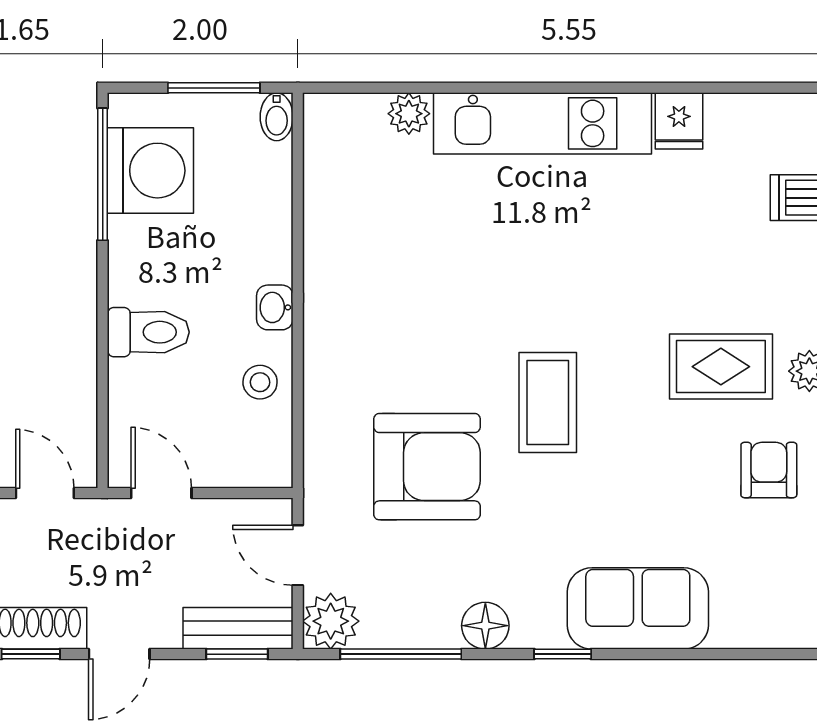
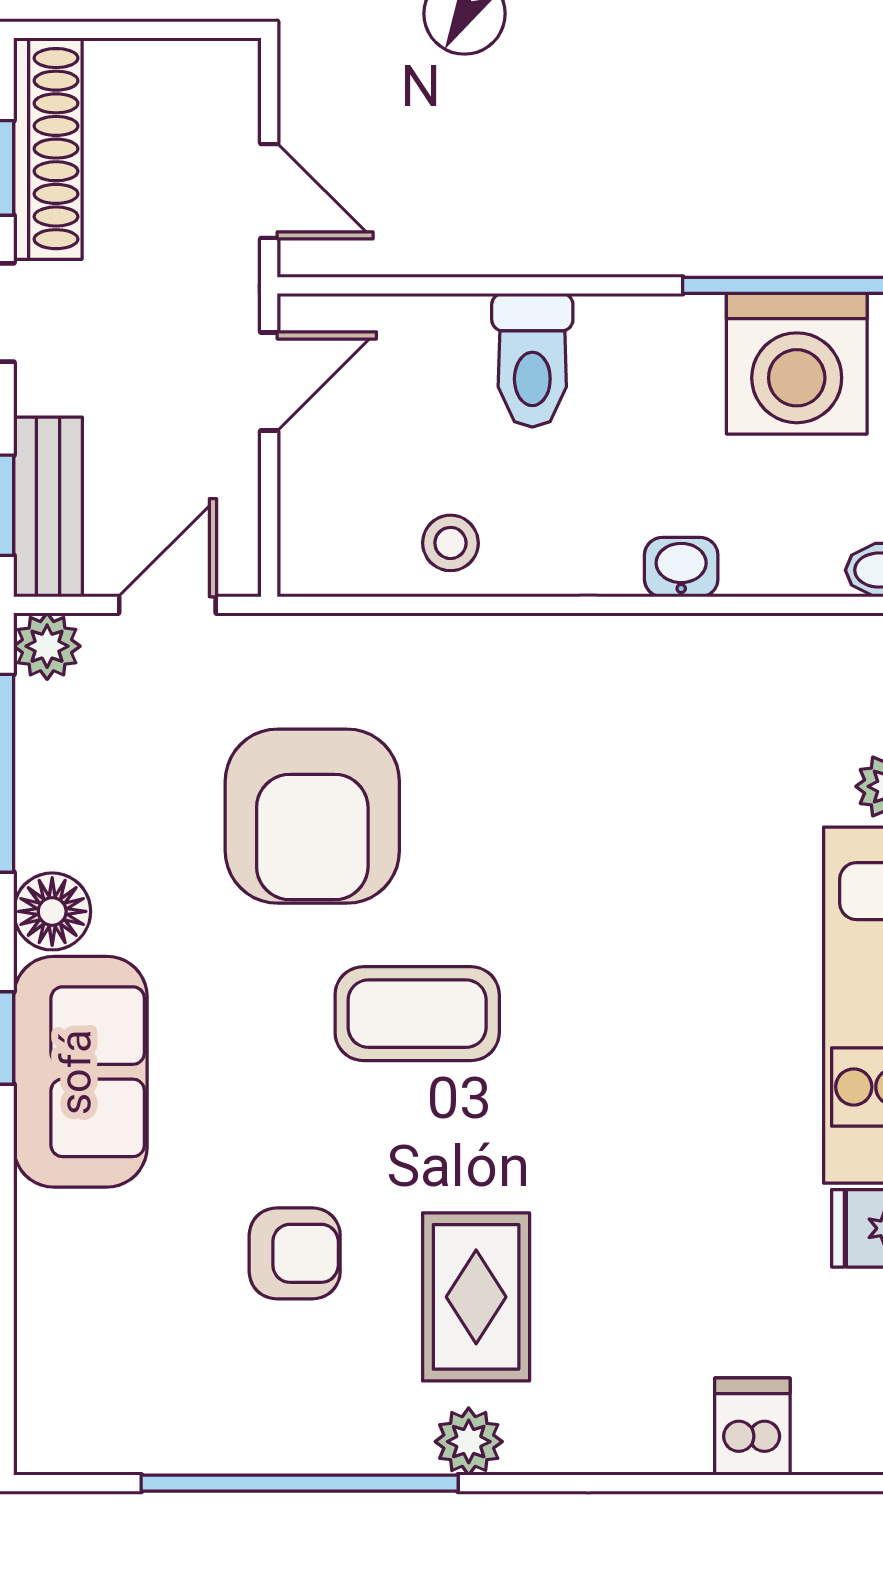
washbasin: (275, 307) -> (681, 567), moved
armchair: (769, 470) -> (295, 1253), moved
door: (45, 493) -> (269, 191), hinge flipped
sofa: (638, 608) -> (80, 1072), moved
plant: (331, 621) -> (47, 646), width x0.73, depth x0.73

